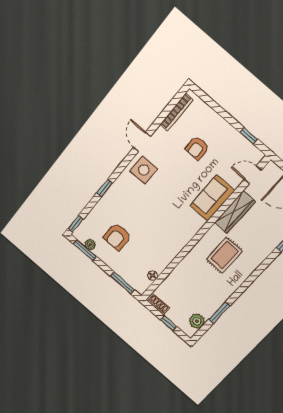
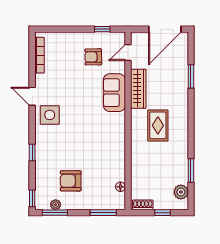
armchair: (197, 148) -> (93, 57), moved, turned 89
armchair: (117, 237) -> (71, 181), turned 90

